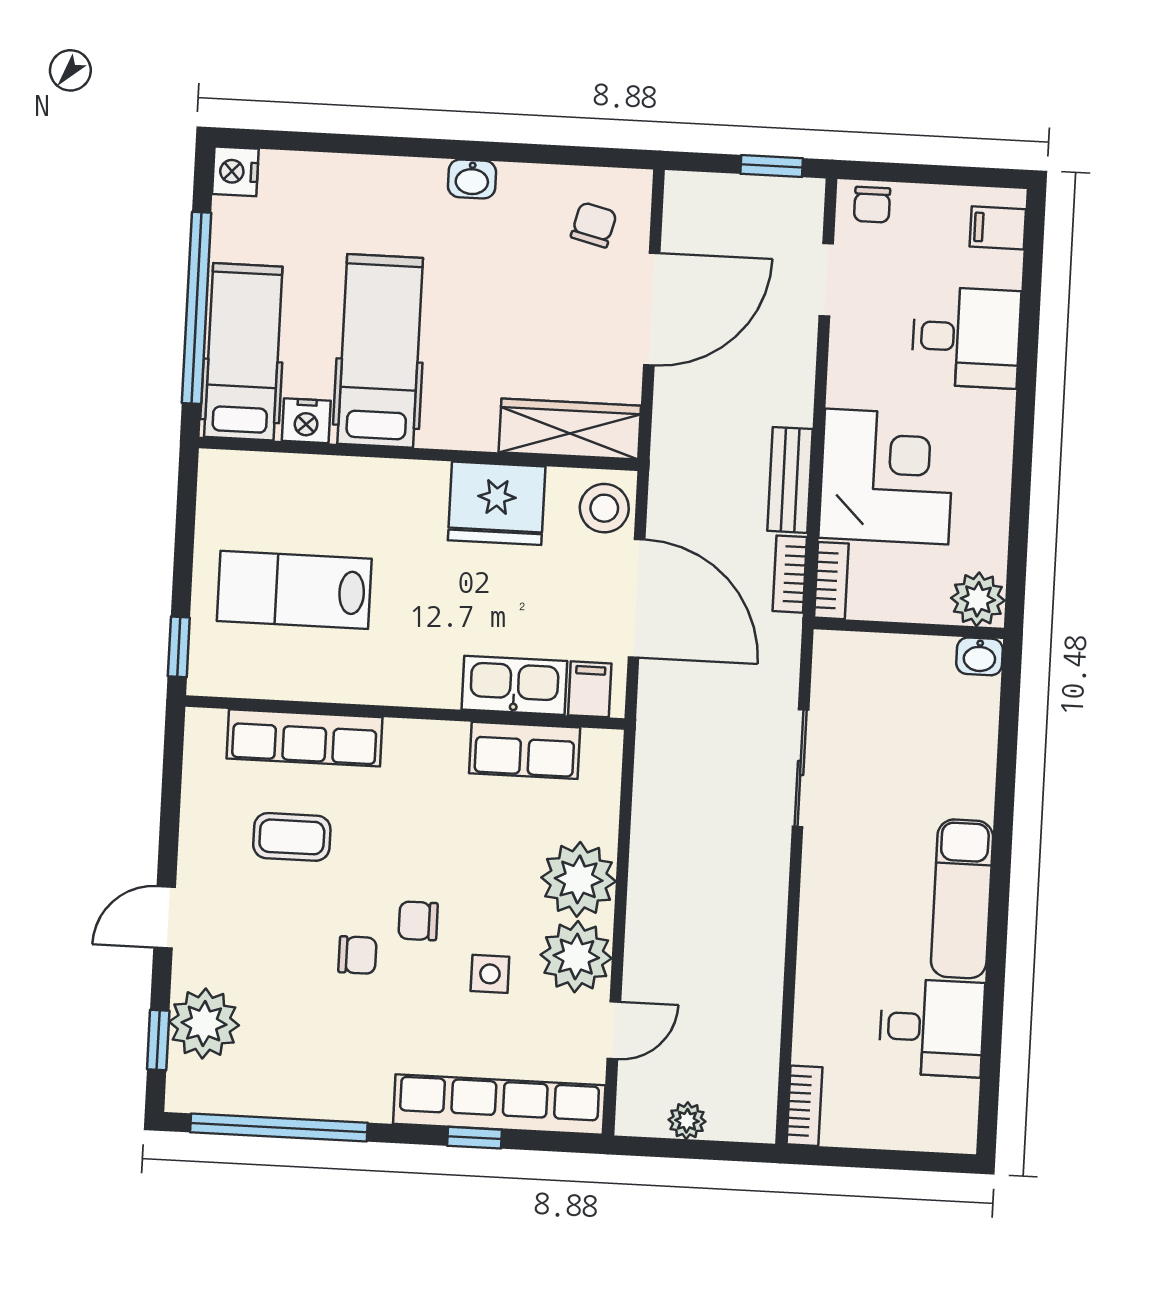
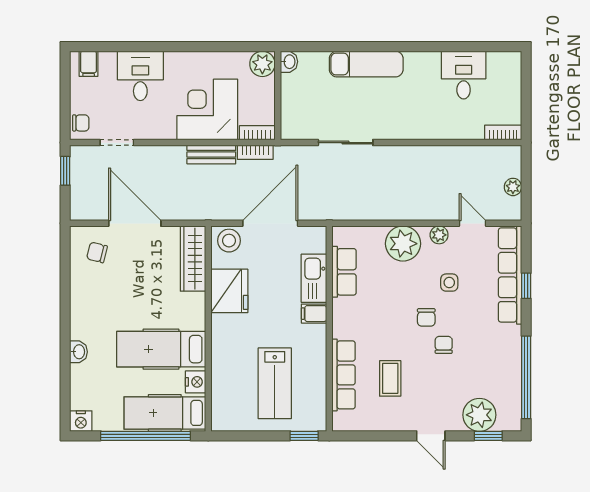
washbasin: (472, 179) -> (79, 352), moved
filing cabinet: (590, 689) -> (314, 314), moved
exam couch: (962, 899) -> (366, 64), moved
plant: (576, 957) -> (439, 235), width x0.53, depth x0.53

